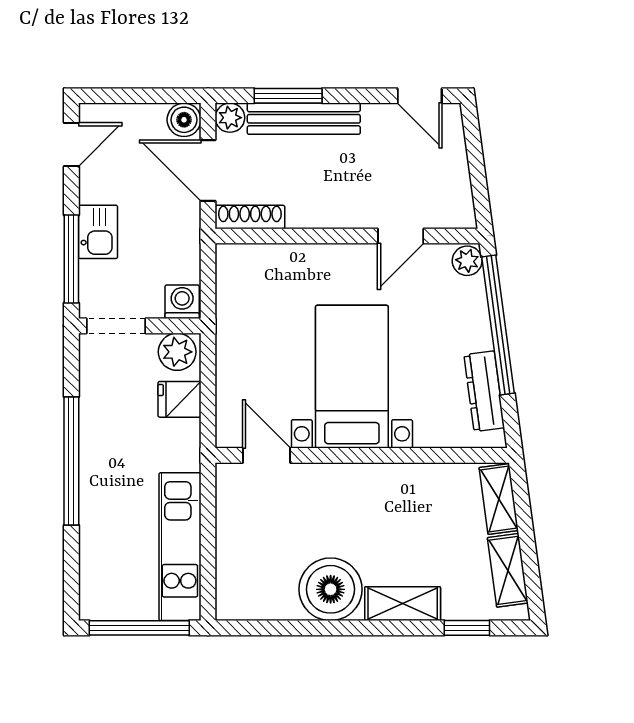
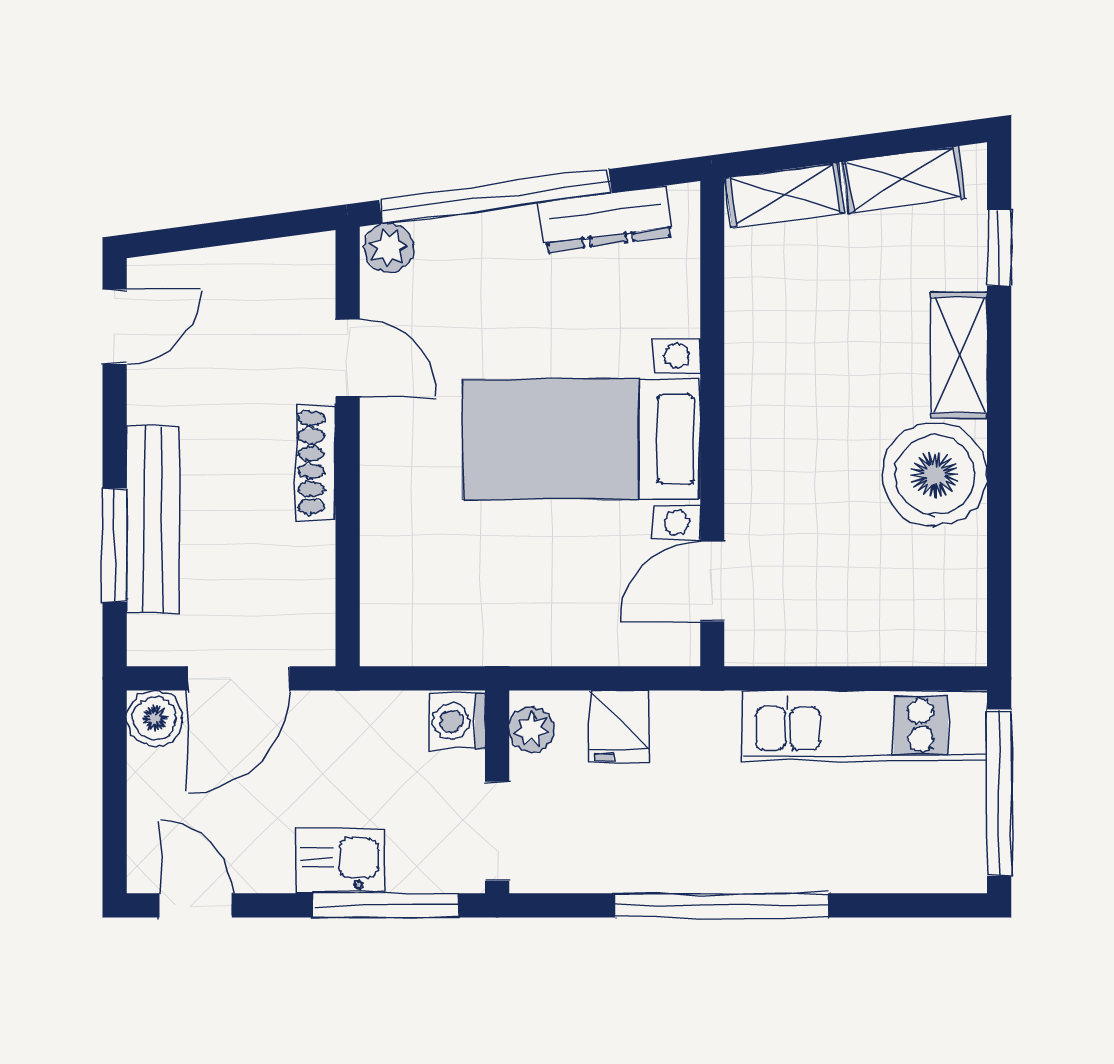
plant: (230, 118) -> (151, 642), removed
shoe rack: (250, 217) -> (316, 462), moved
plant: (177, 352) -> (532, 730), width x0.73, depth x0.73

